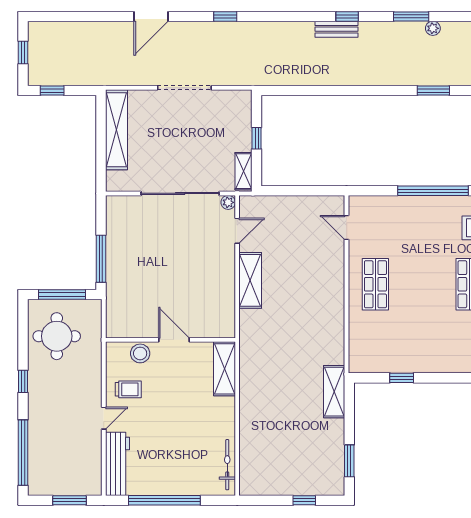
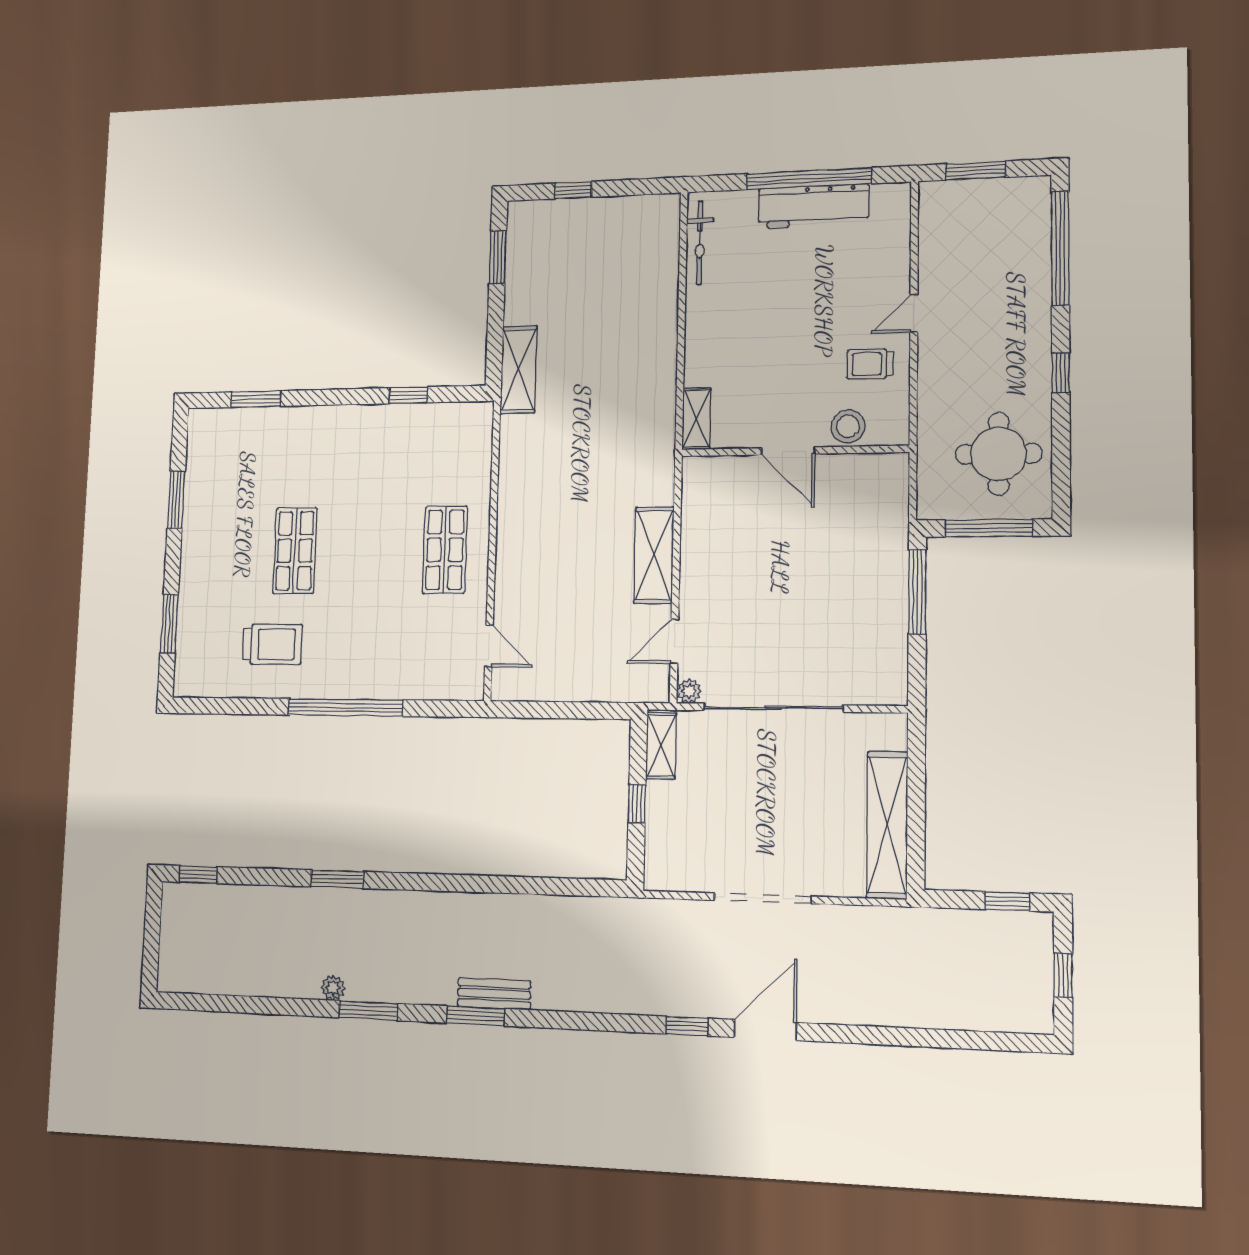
door: (151, 16) -> (765, 1030), moved
window: (347, 16) -> (475, 1016), width x1.50
shelving: (224, 369) -> (696, 419), width x0.67, depth x0.75
workbench: (117, 464) -> (813, 206), moved, turned -90

